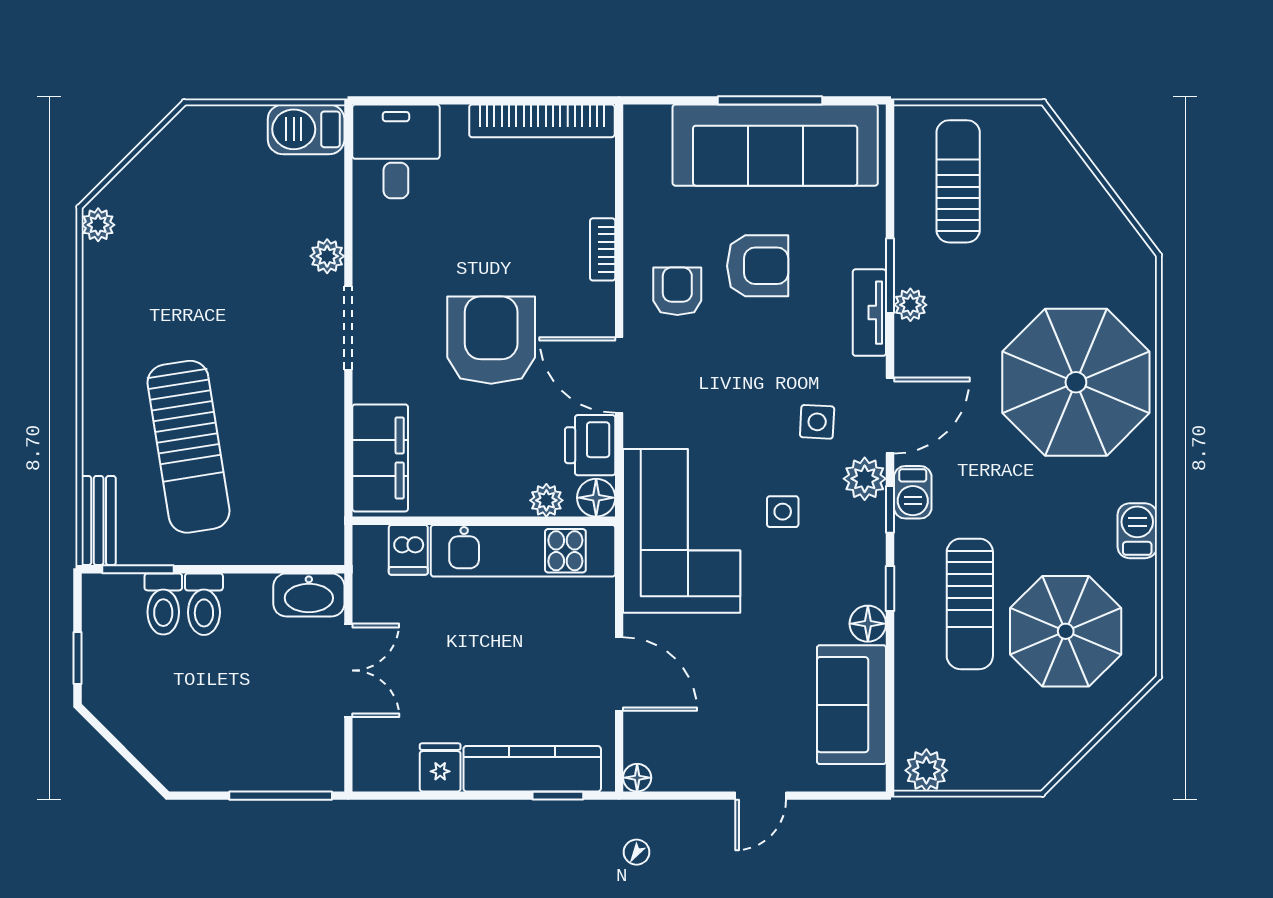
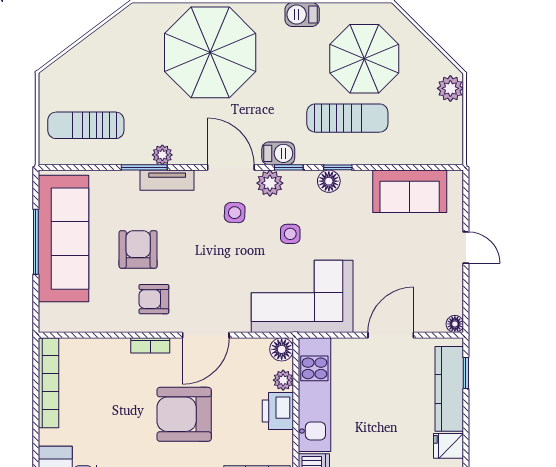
bookcase: (603, 249) -> (150, 345), moved
printer: (590, 445) -> (278, 411), moved, turned 90
floor lamp: (868, 624) -> (329, 181), moved
plant: (926, 770) -> (450, 88), moved

